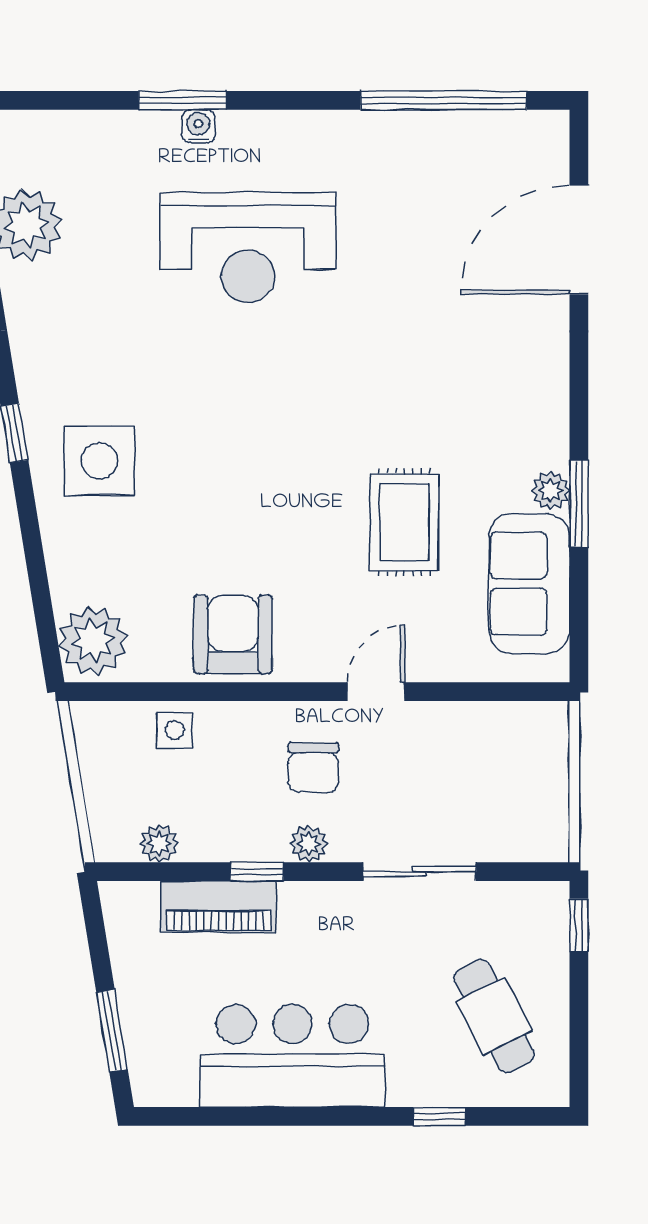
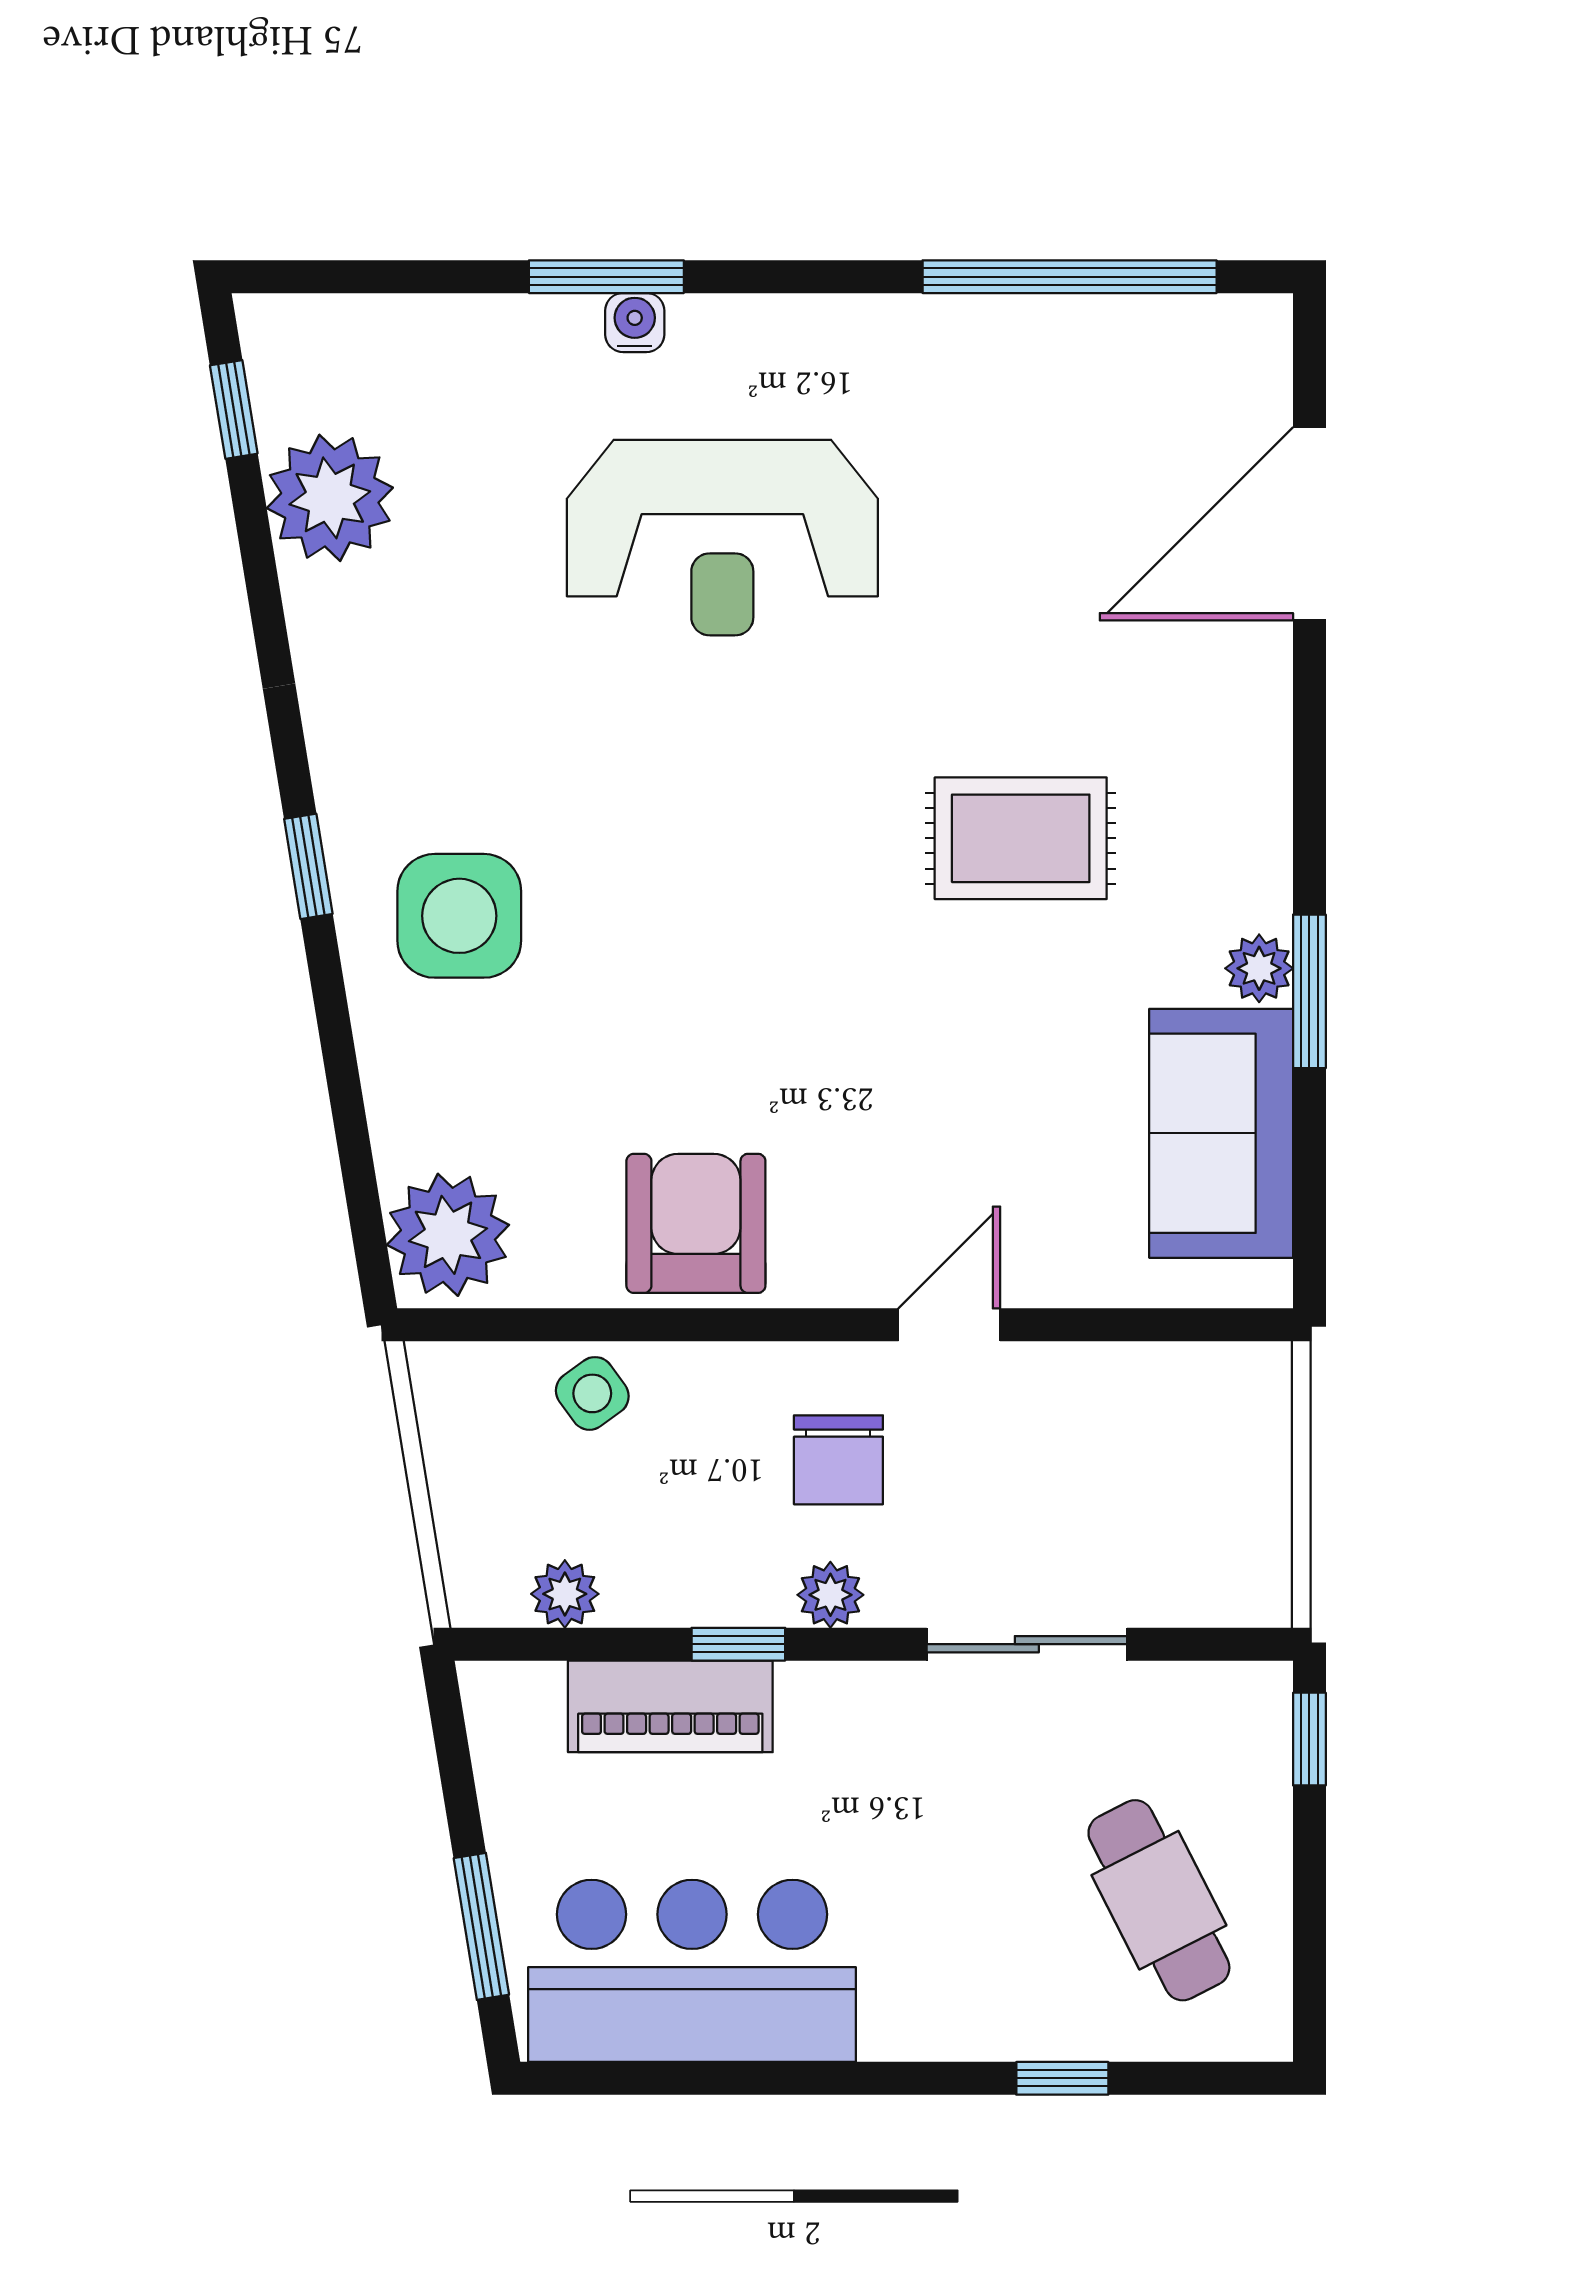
rug: (404, 522) -> (1021, 838), moved, turned 90
side table: (175, 730) -> (592, 1393), turned -36
bar counter: (292, 1056) -> (692, 1971), moved

